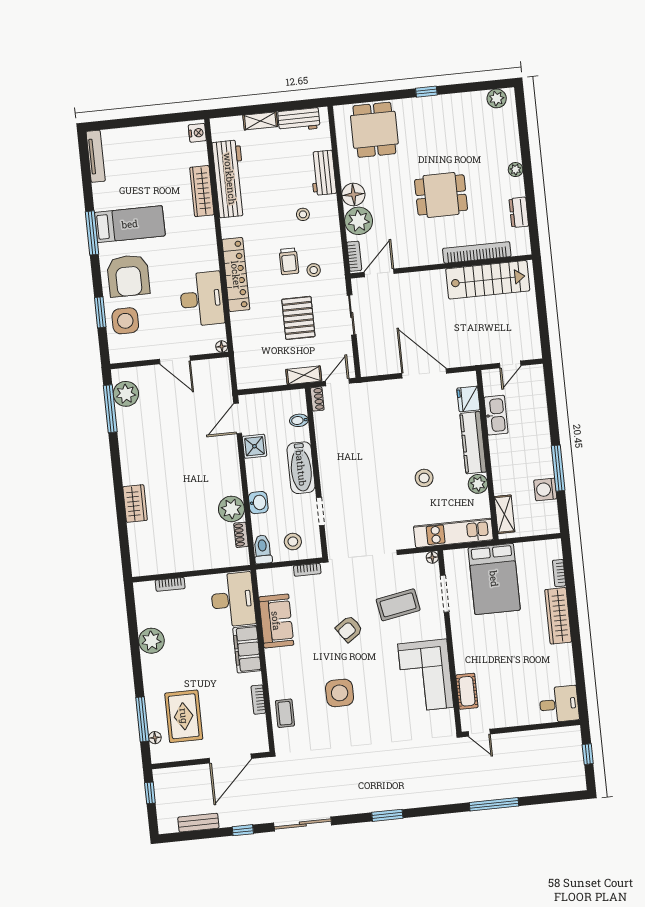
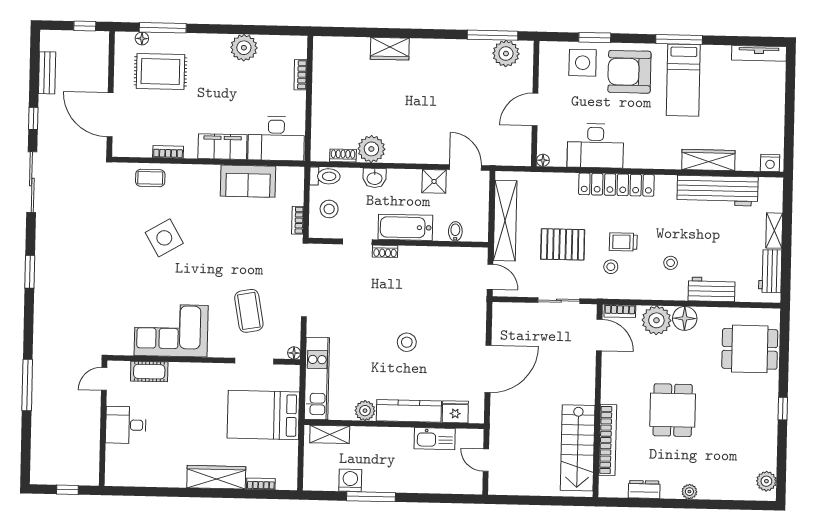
shelving: (304, 375) -> (505, 221), width x2.20, depth x1.33
shoe rack: (317, 399) -> (385, 251), moved
stool: (424, 478) -> (407, 342), moved
armchair: (349, 629) -> (230, 256), removed
side table: (340, 693) -> (164, 238), turned -30
desk: (559, 704) -> (126, 425), moved, turned 90

